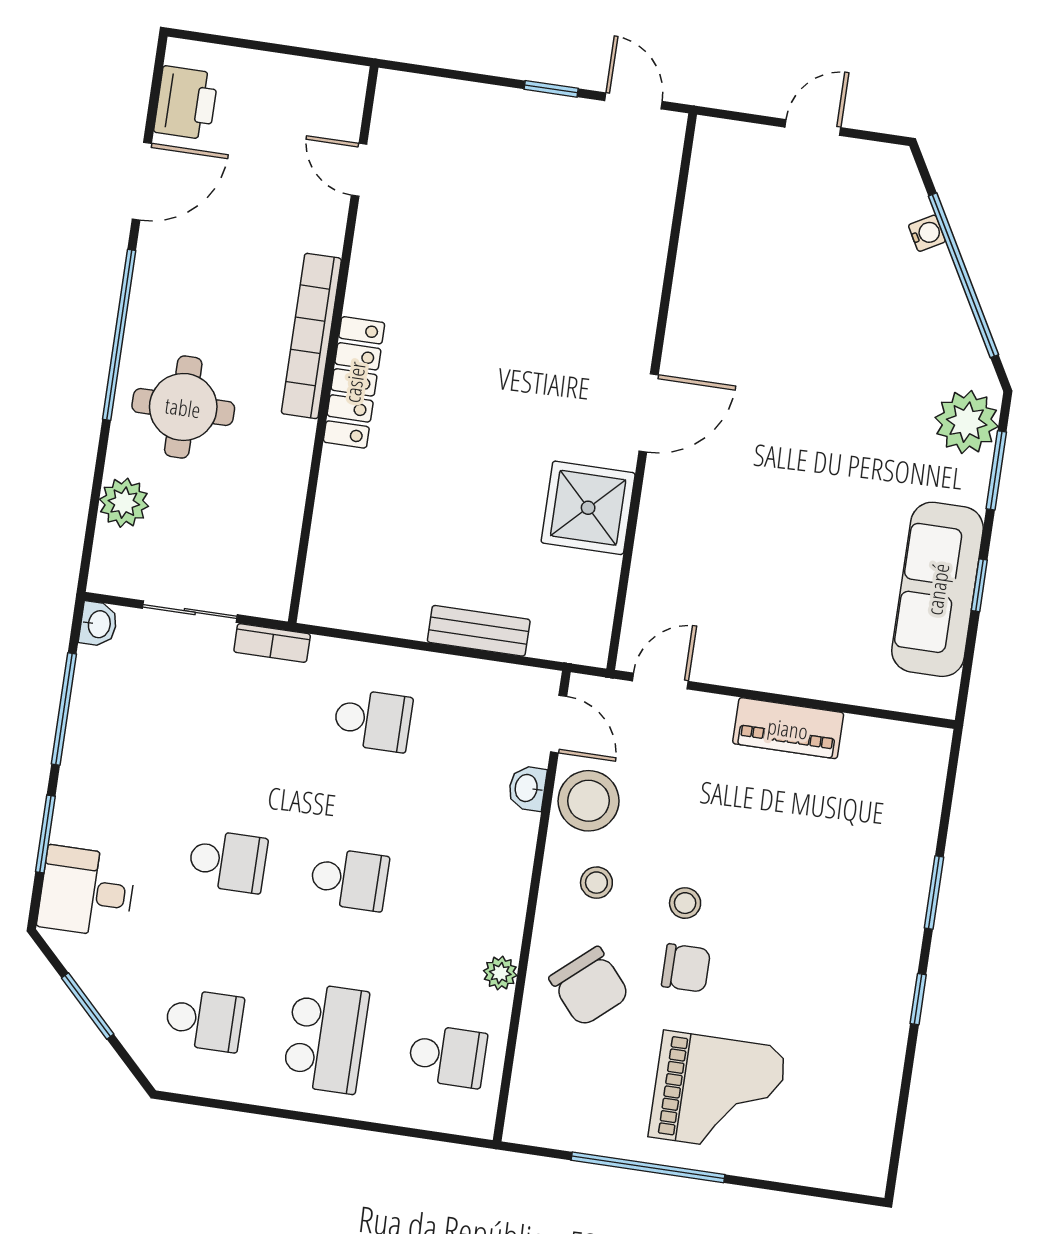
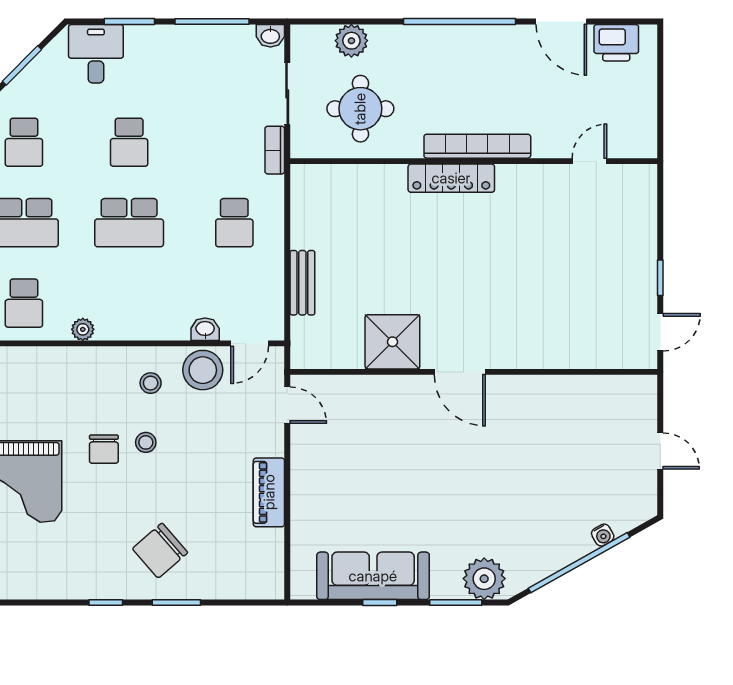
round table: (183, 407) -> (360, 109), moved
school desk: (349, 879) -> (129, 223), width x1.85
chair: (589, 987) -> (160, 551), moved

